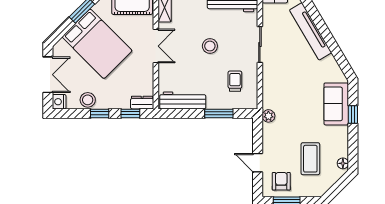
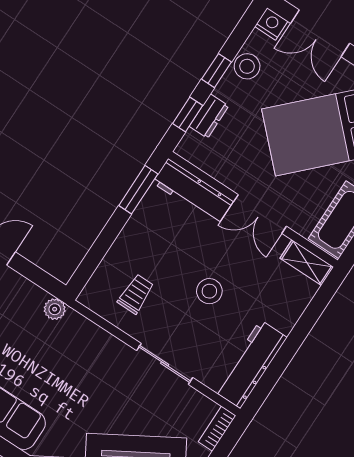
trolley: (235, 81) -> (136, 294), turned -90
workbench: (183, 100) -> (193, 192), moved, turned 90
dresser: (142, 103) -> (209, 116), moved
window: (219, 113) -> (138, 190), moved

